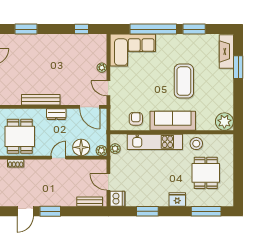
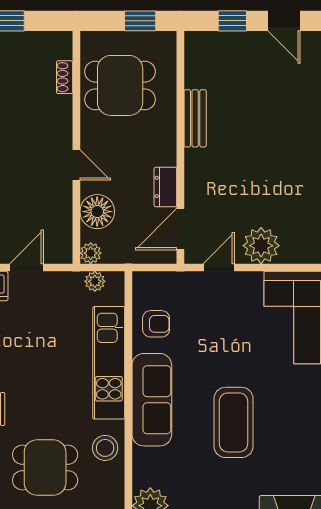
plant: (102, 68) -> (261, 246), width x1.87, depth x1.87
coffee table: (184, 81) -> (234, 422), turned 90
bench: (41, 100) -> (195, 118), width x0.73
dresser: (56, 114) -> (165, 187), moved

